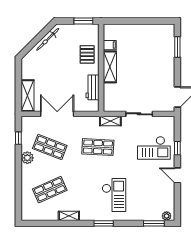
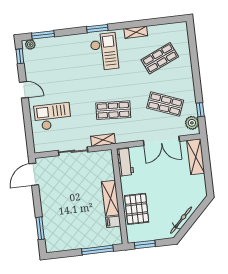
window: (127, 21) -> (98, 250), added
pallet: (87, 54) -> (137, 209), width x1.50, depth x1.42
workbench: (93, 87) -> (125, 162), moved
window: (177, 148) -> (20, 56), moved
plant: (27, 158) -> (192, 123), moved
checkout: (114, 195) -> (104, 52), moved, turned 180

